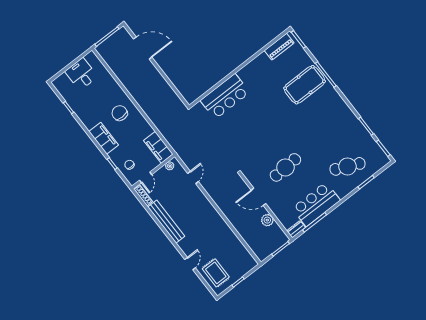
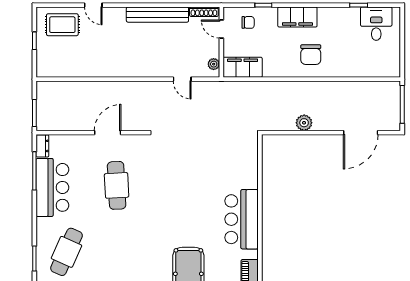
desk: (81, 74) -> (376, 24), moved, turned -90
bar counter: (225, 96) -> (242, 219), moved
chair: (120, 113) -> (311, 55), turned 90
plant: (267, 220) -> (304, 123), moved

